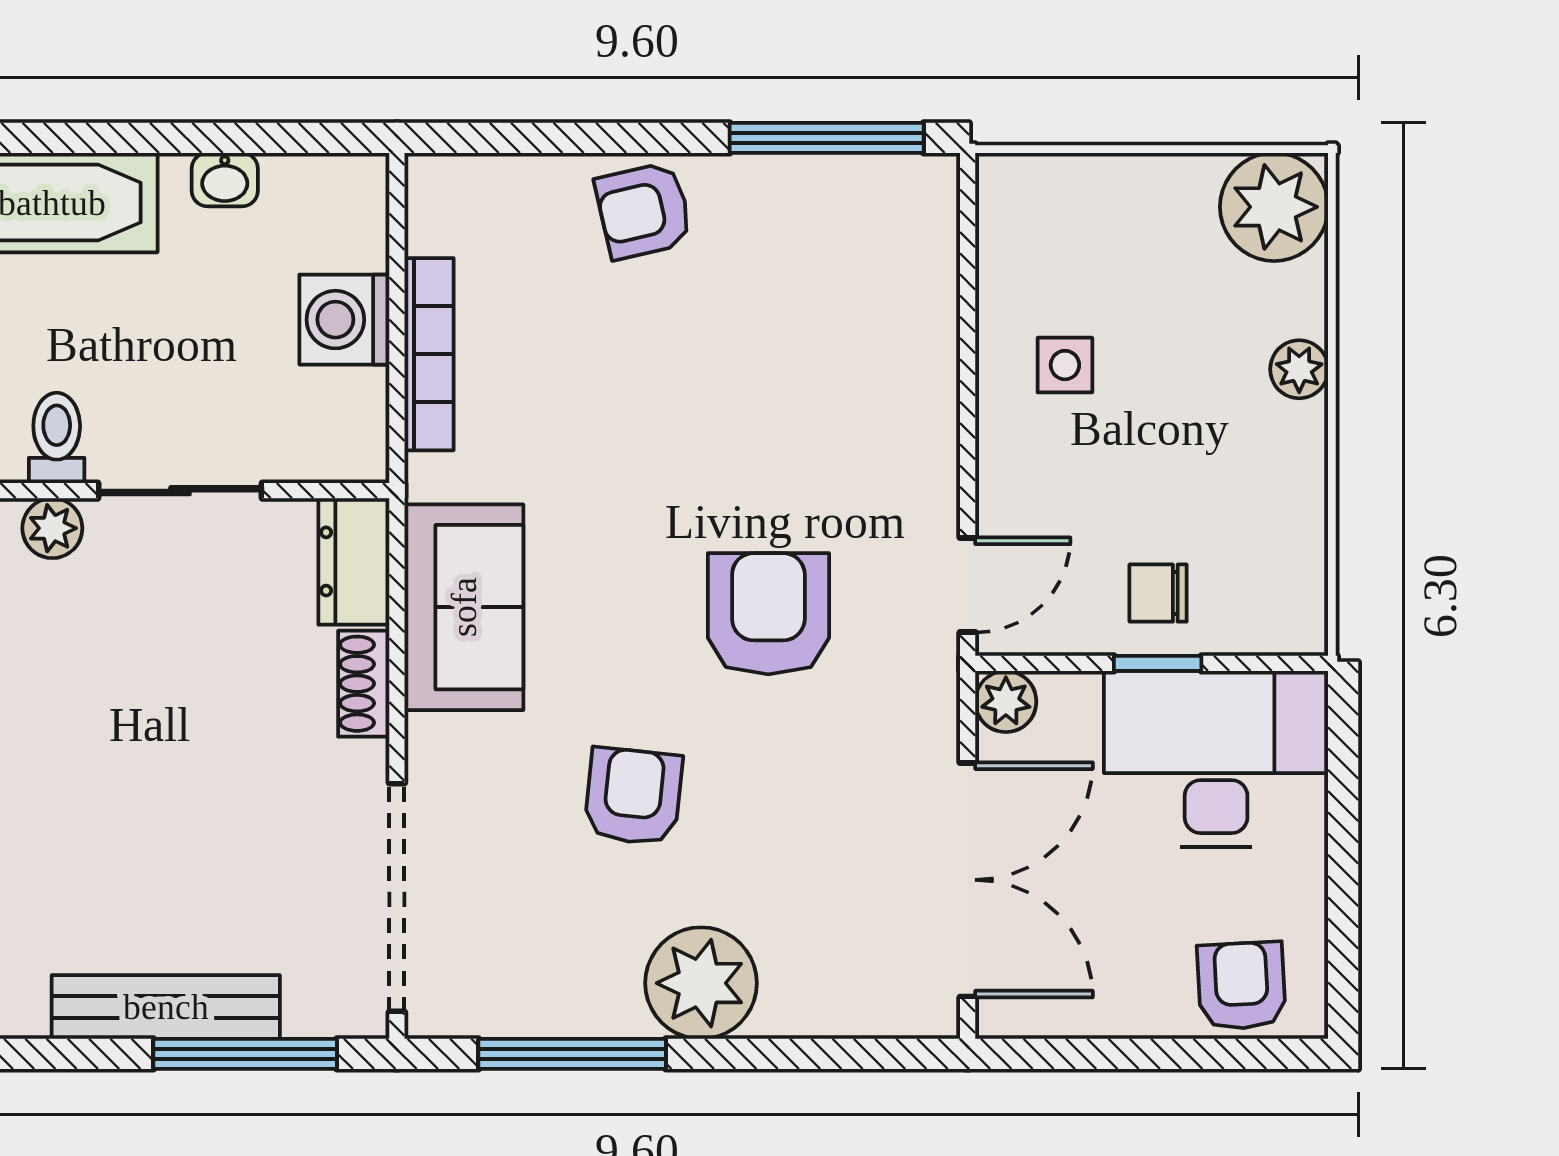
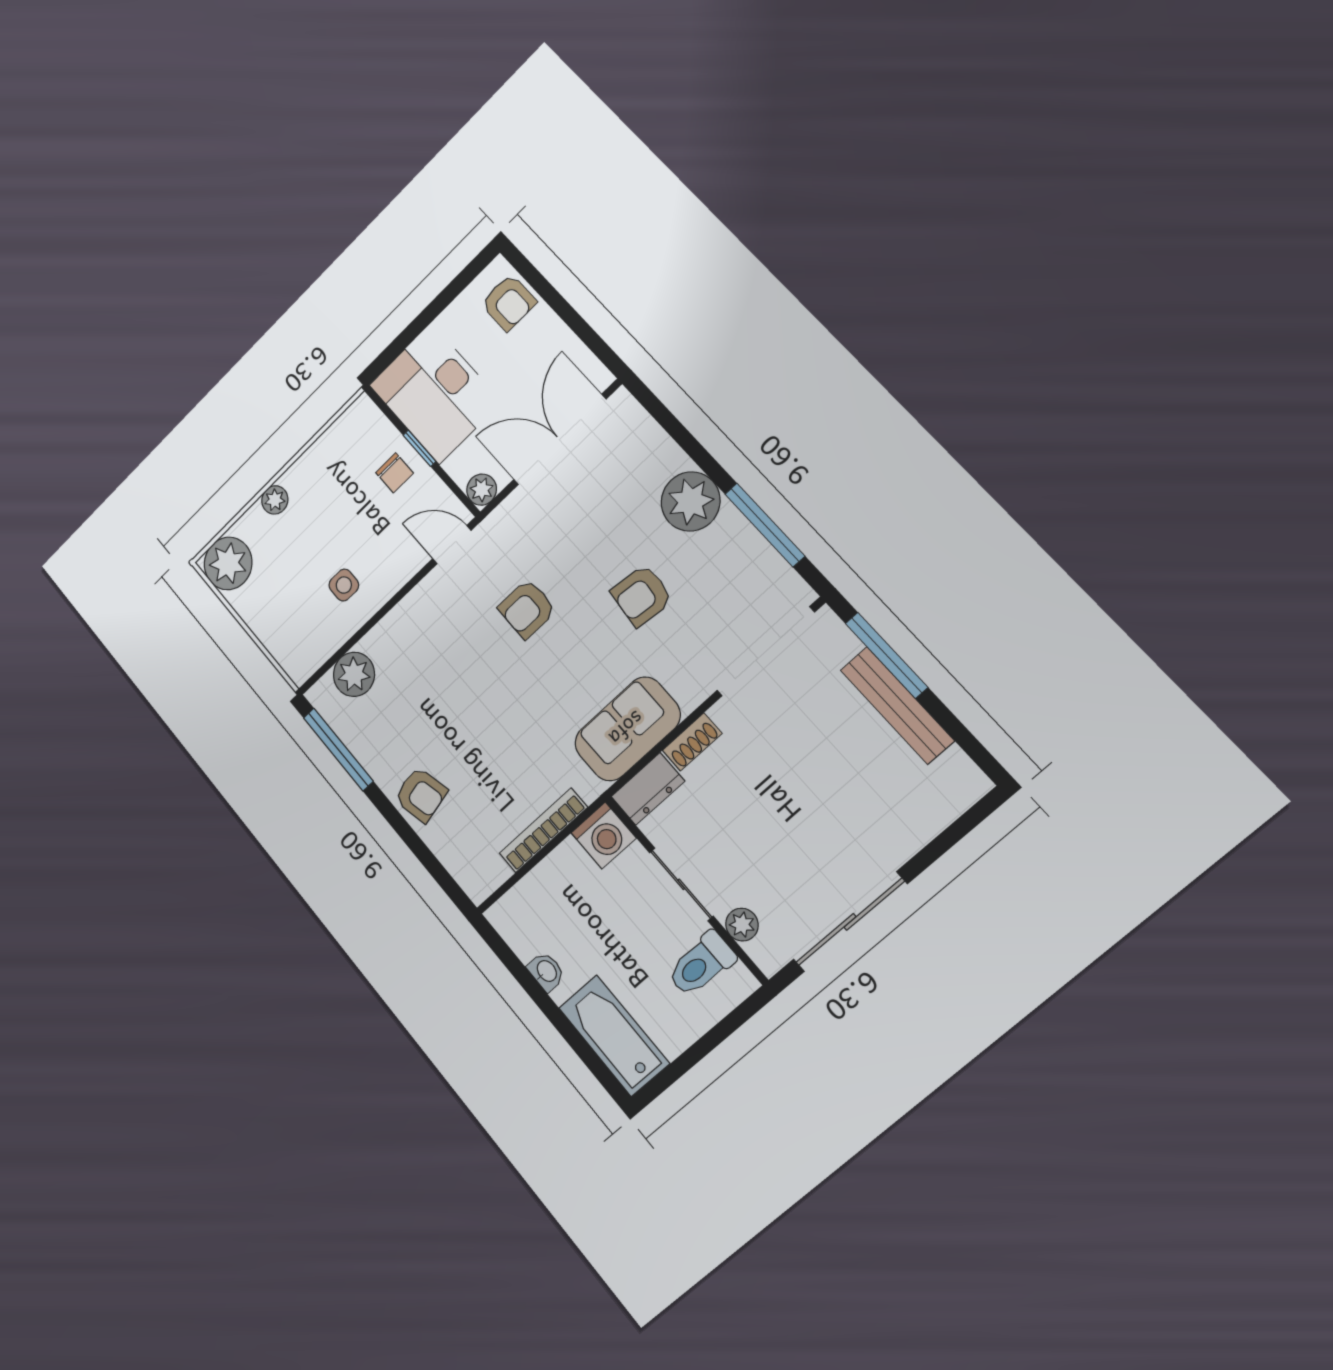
plant: (916, 263) -> (354, 674), added
washing machine: (344, 320) -> (604, 836), moved
toilet: (57, 438) -> (701, 964), width x1.37, depth x1.39
armchair: (768, 614) -> (527, 609), width x0.72, depth x0.72
armchair: (1241, 986) -> (509, 302), turned -87

